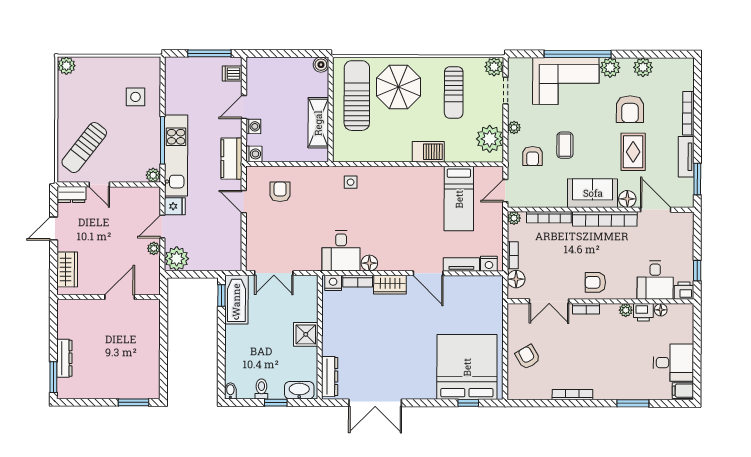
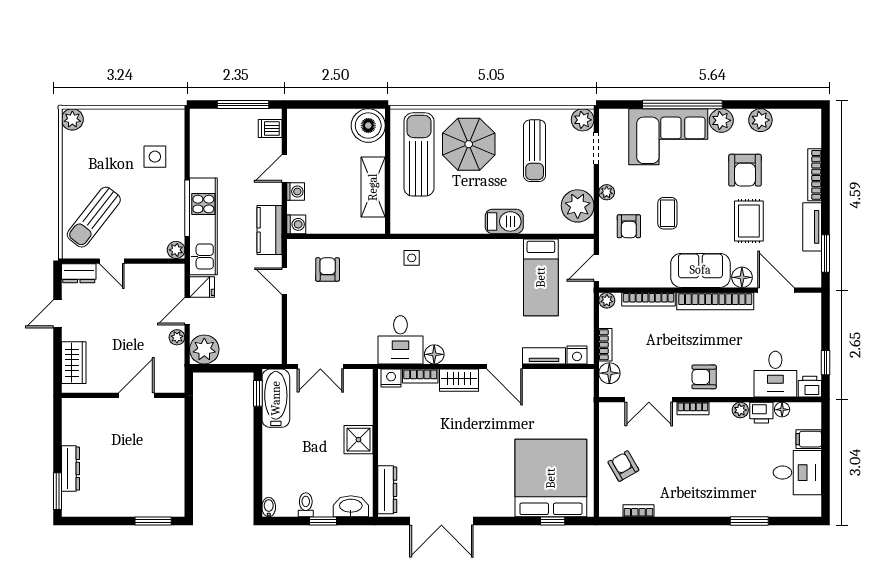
boiler: (321, 65) -> (368, 126), width x1.86, depth x1.86
filing cabinet: (683, 391) -> (809, 439), moved
bookcase: (572, 395) -> (638, 511), moved, width x0.64

